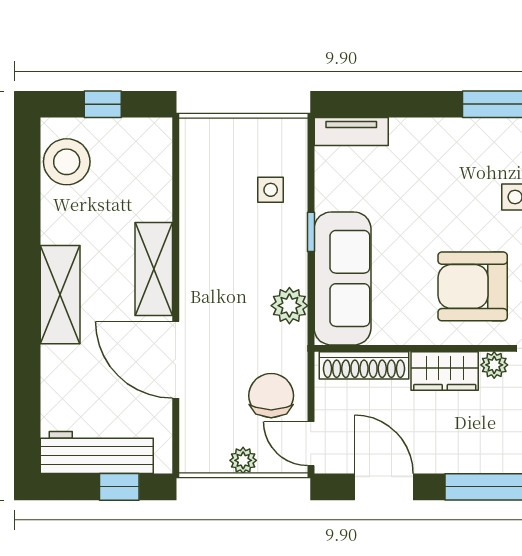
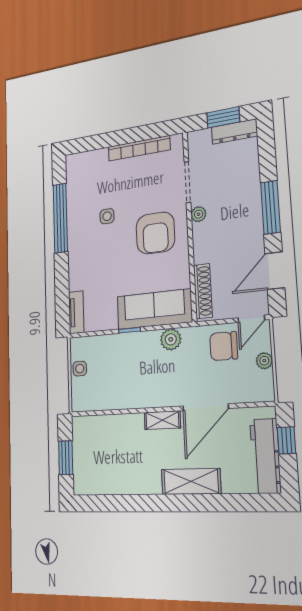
window: (103, 104) -> (66, 458), width x1.50
stool: (67, 162) -> (97, 479), removed
side table: (271, 190) -> (80, 369), moved
shelving: (154, 269) -> (162, 420), width x0.67, depth x0.75
shelving: (60, 295) -> (191, 482), moved
wardrobe: (445, 371) -> (204, 243), removed

